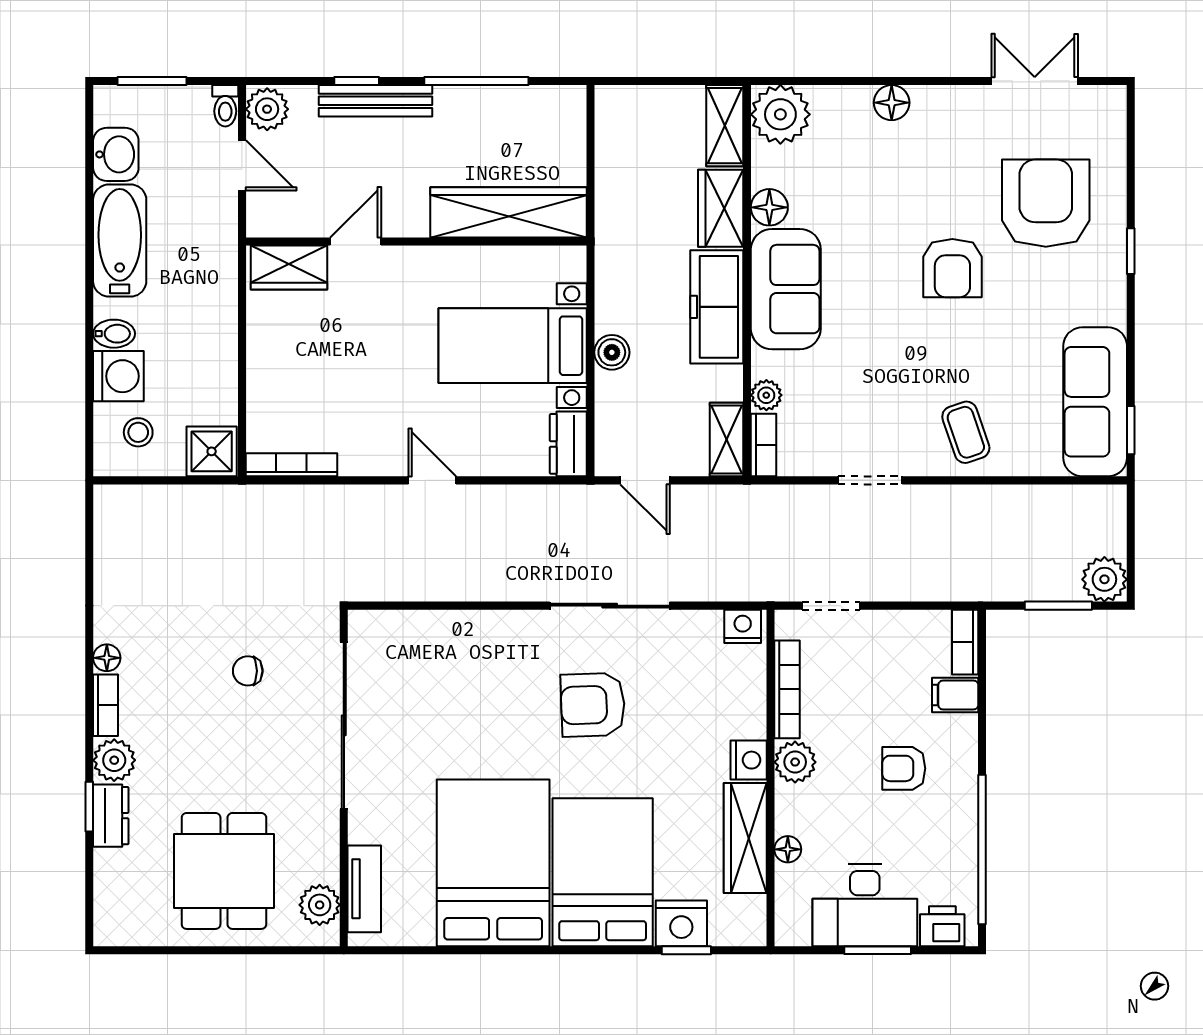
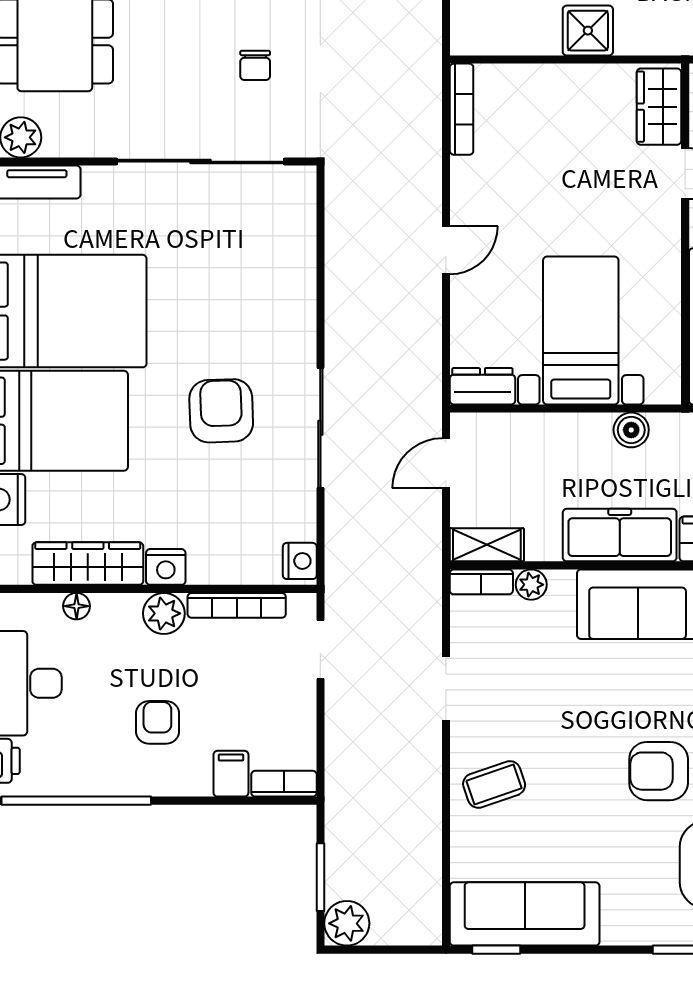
boiler: (612, 352) -> (631, 430), moved
shower: (212, 451) -> (588, 31), moved
chair: (248, 671) -> (255, 65), turned 180

